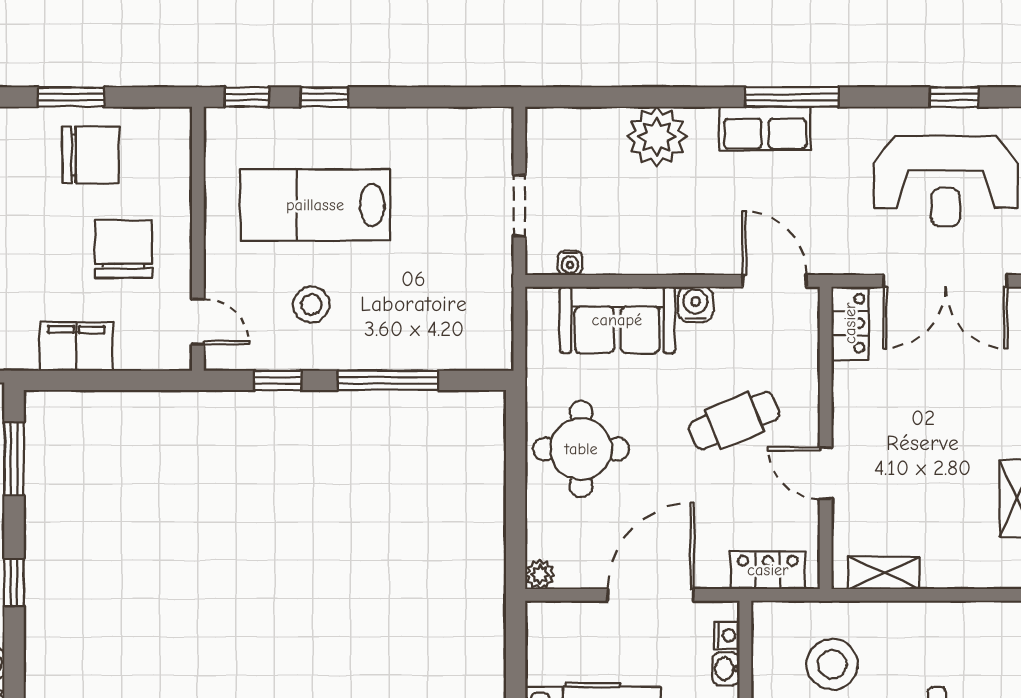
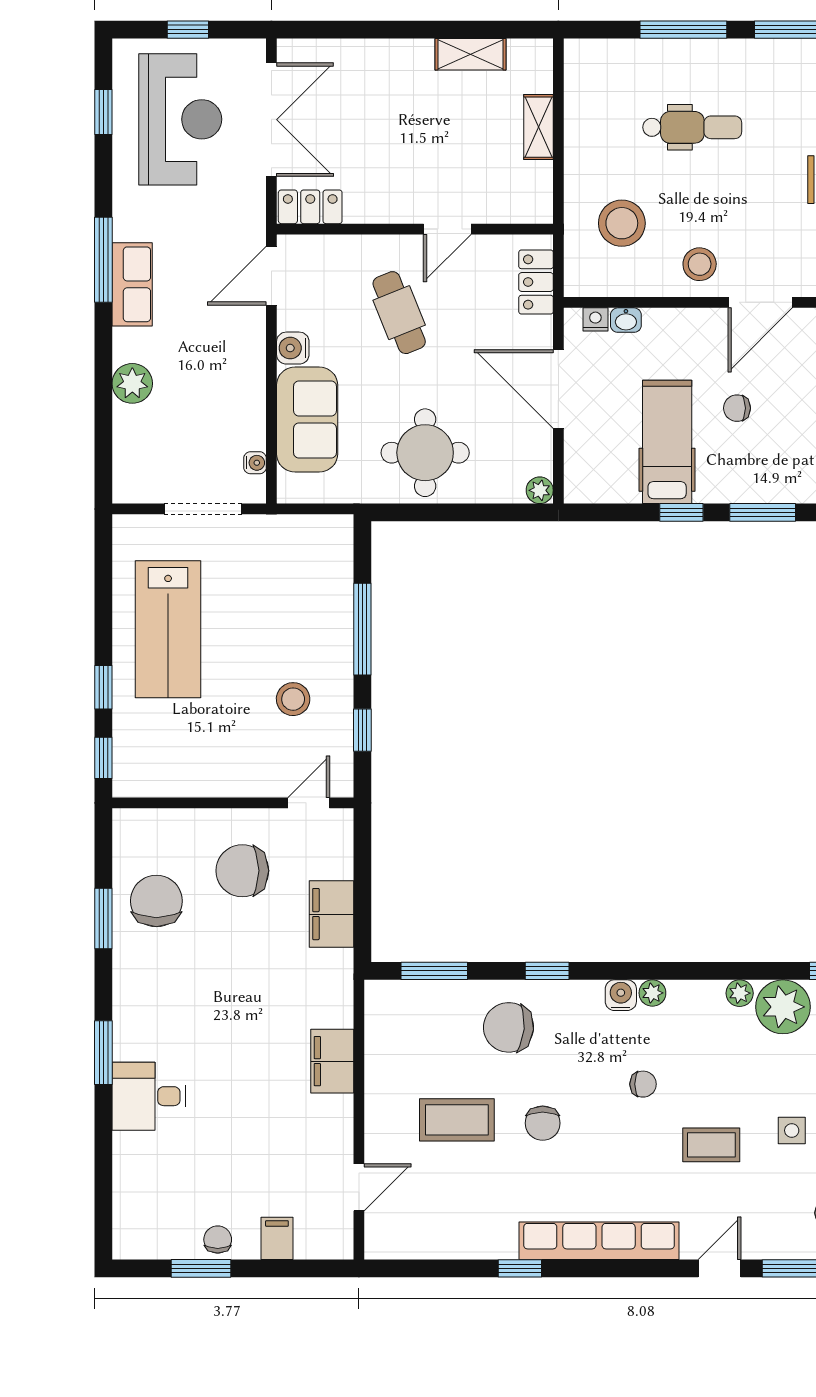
plant: (657, 137) -> (132, 383), width x0.73, depth x0.73
lab bench: (315, 205) -> (168, 629), moved
doorway: (519, 206) -> (203, 509), width x1.38
shelving: (884, 573) -> (538, 127), moved

